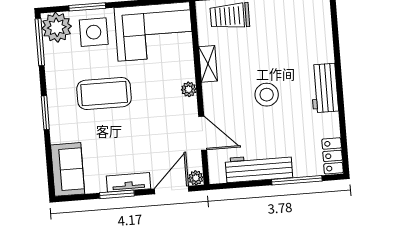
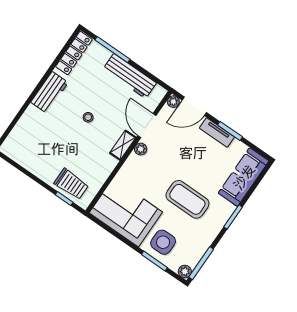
plant: (57, 27) -> (185, 272), width x0.53, depth x0.53
shelving: (208, 64) -> (123, 145), moved
plant: (189, 89) -> (141, 149), moved
stool: (267, 95) -> (88, 117), width x0.53, depth x0.53
locker: (333, 156) -> (74, 53), width x1.53
sofa: (68, 169) -> (244, 177), width x1.36

